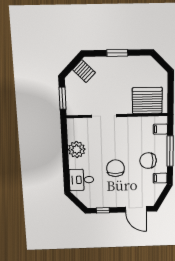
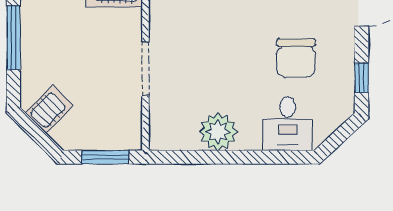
window: (117, 53) -> (13, 38), width x1.44
chair: (116, 168) -> (296, 58), moved, turned -90

